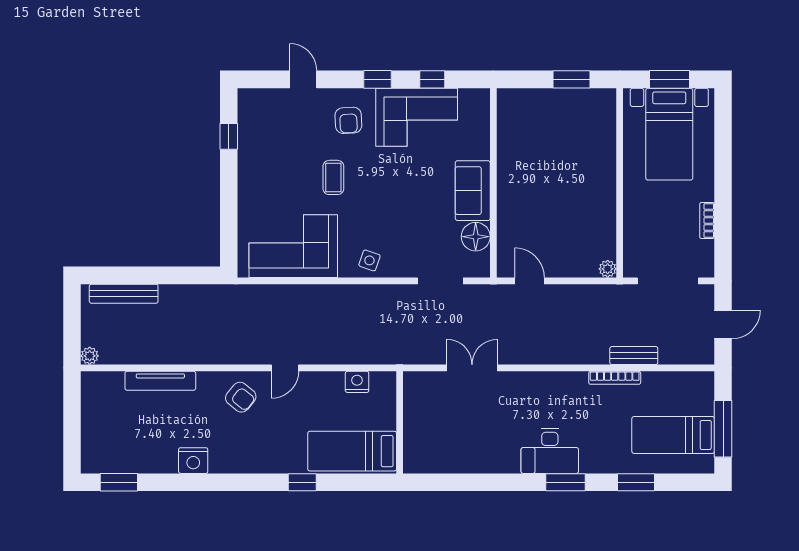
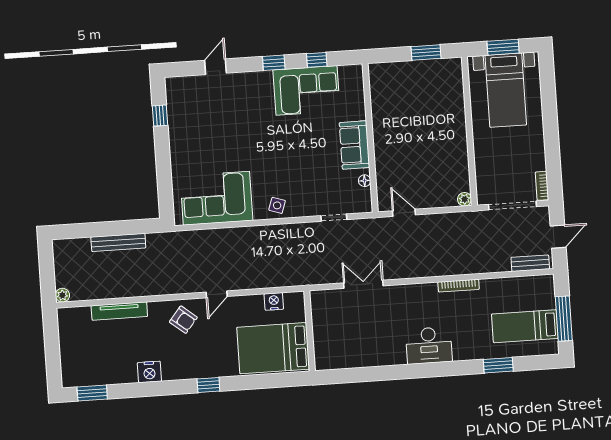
door: (303, 79) -> (215, 67), hinge flipped
armchair: (348, 120) -> (253, 97), removed
coffee table: (333, 177) -> (244, 142), removed
bookcase: (707, 221) -> (542, 186), moved
floor lamp: (476, 237) -> (365, 181), width x0.53, depth x0.53
doorway: (440, 281) -> (334, 218), width x0.73
bench: (124, 294) -> (118, 242), moved
bench: (634, 356) -> (530, 263), moved
bookcase: (615, 378) -> (459, 286), moved
bed: (352, 451) -> (273, 348), width x1.50
window: (302, 482) -> (208, 385), moved
window: (565, 482) -> (443, 369), removed

